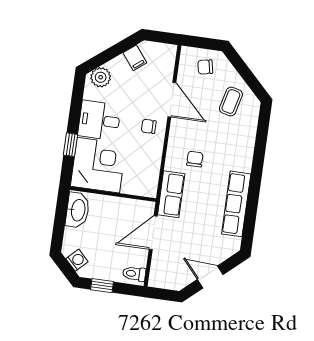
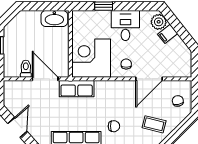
filing cabinet: (135, 58) -> (168, 34), moved
chair: (195, 159) -> (114, 126), moved
corner desk: (98, 165) -> (91, 58), moved, turned 180
washing machine: (77, 260) -> (16, 23), removed
toilet: (134, 274) -> (26, 69), moved

